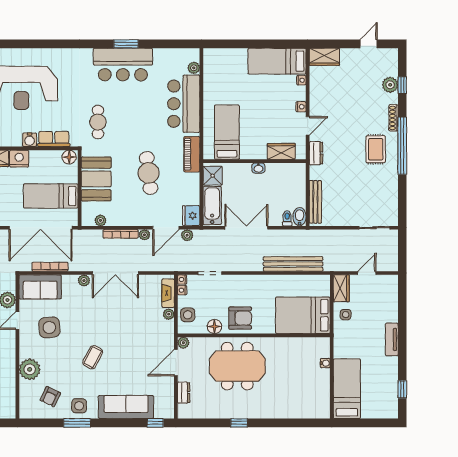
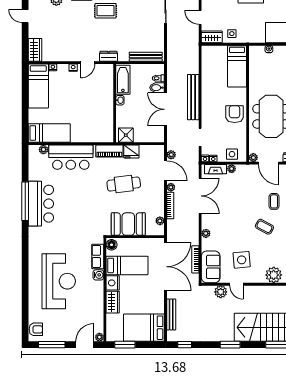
window: (126, 44) -> (25, 201), width x2.11
cafe table: (98, 122) -> (85, 223), removed
door: (308, 126) -> (88, 63), swing flipped
bed: (227, 132) -> (49, 133), moved, turned 180
wardrobe: (281, 151) -> (107, 83), removed
bed: (51, 196) -> (127, 265), moved, turned -90
bathtub: (212, 205) -> (123, 80), moved, turned 90
fridge: (191, 216) -> (131, 152), moved
bidet: (300, 217) -> (157, 88), moved
bench: (293, 264) -> (193, 97), moved
double door: (115, 273) -> (200, 196), moved
bed: (303, 315) -> (237, 66), width x0.67
floor lamp: (214, 327) -> (241, 134), removed
coffee table: (126, 370) -> (274, 201), added

